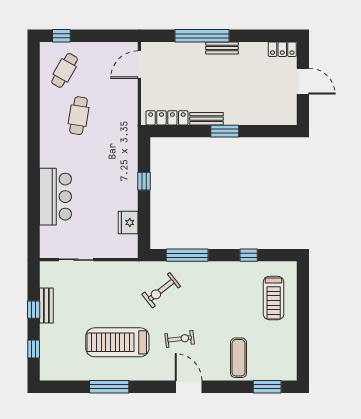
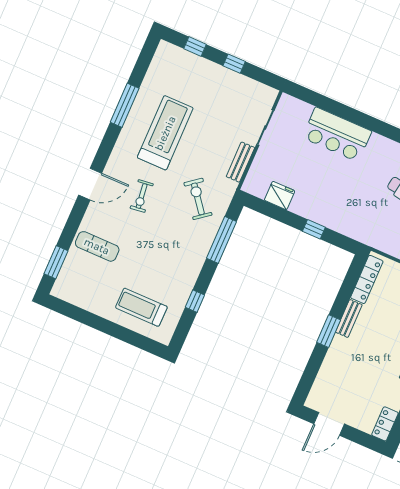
door: (303, 81) -> (329, 424), moved
bench: (46, 305) -> (240, 162), moved, turned 90

